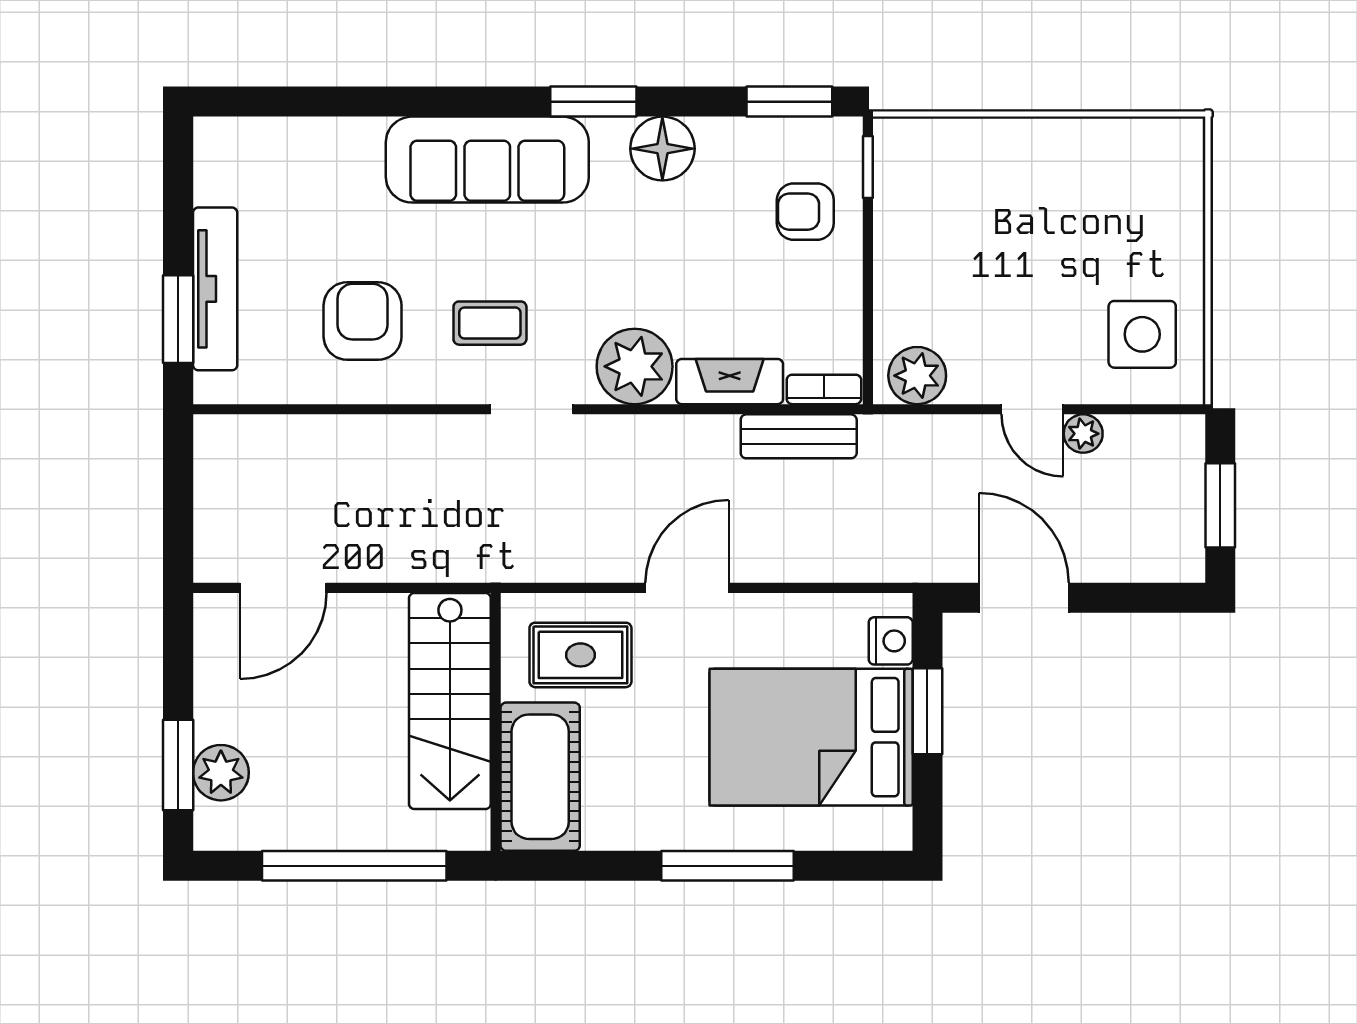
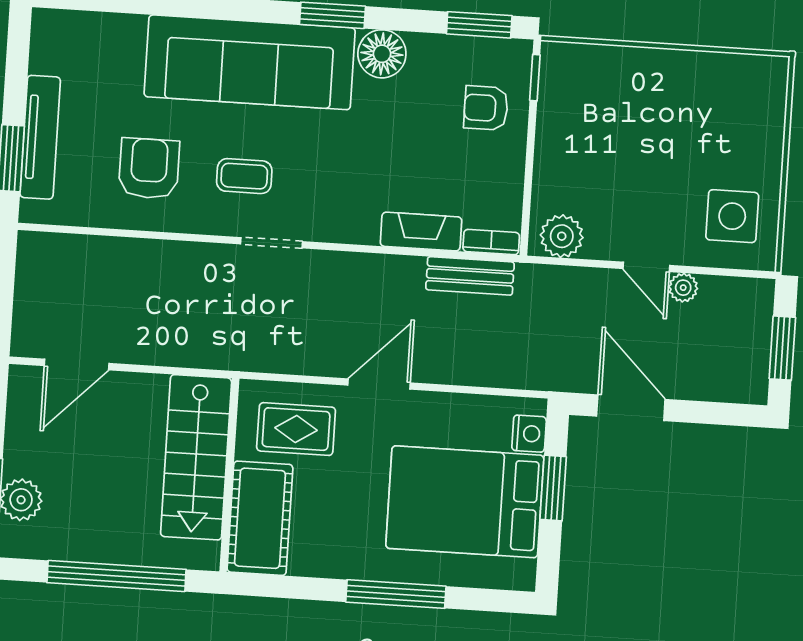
sofa: (487, 160) -> (250, 62), width x1.36, depth x1.27
plant: (635, 366) -> (351, 216), removed

